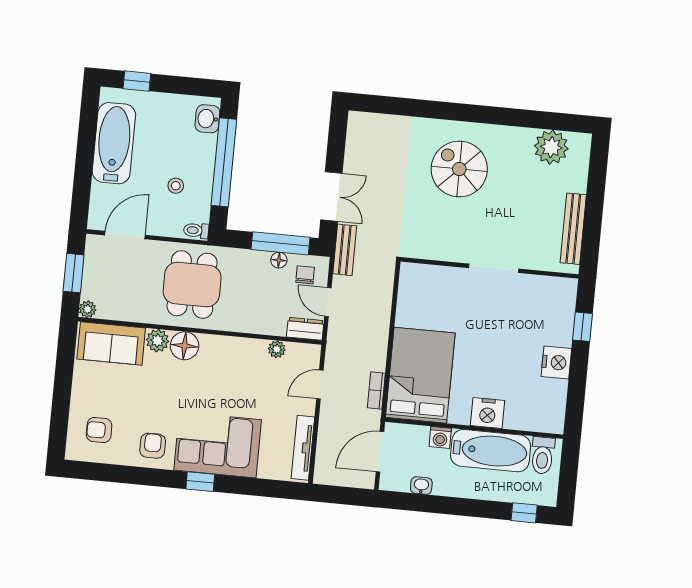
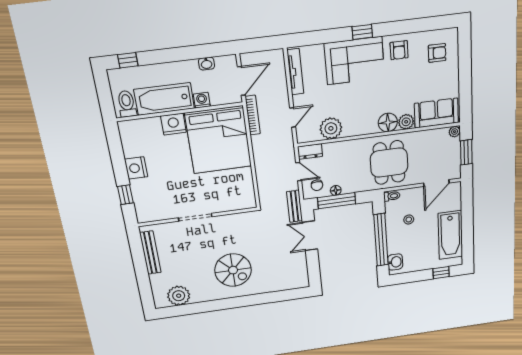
plant: (277, 349) -> (331, 128), width x1.87, depth x1.87
bed: (420, 375) -> (218, 140), width x1.36
bookcase: (376, 391) -> (253, 115), width x1.56

